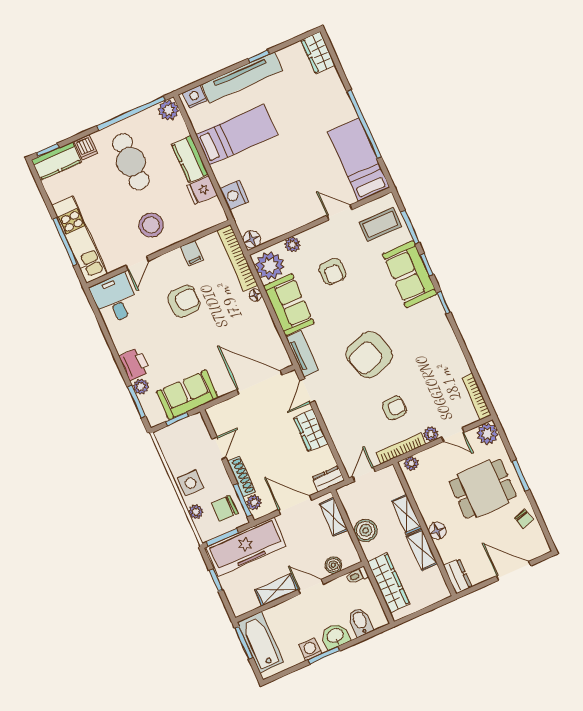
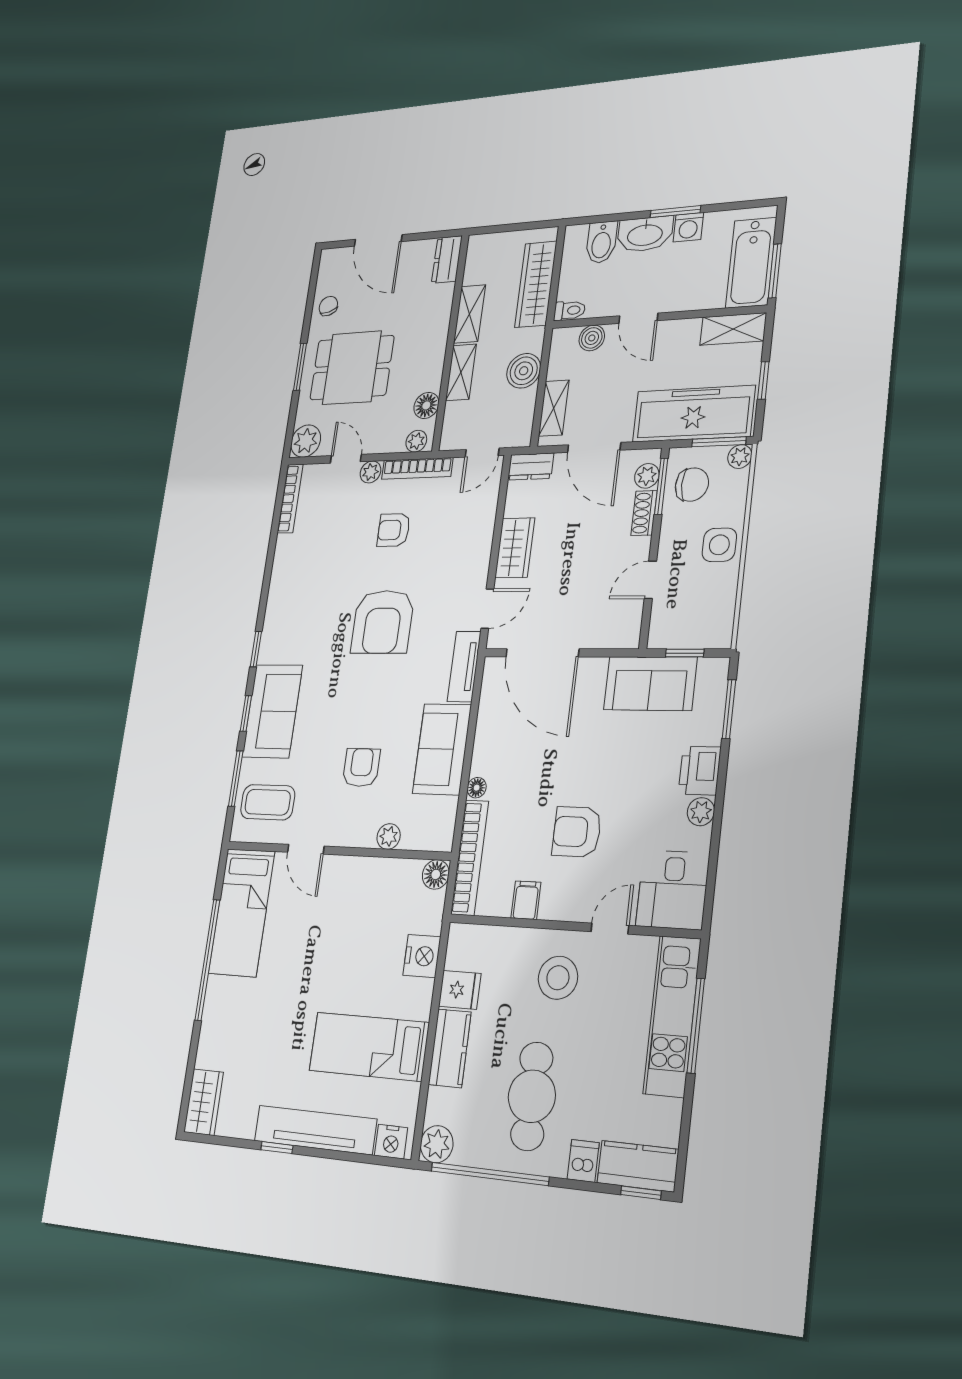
plant: (270, 266) -> (434, 821), removed
armchair: (369, 355) -> (383, 622), turned 108
plant: (141, 387) -> (701, 812), moved
shoe rack: (241, 476) -> (644, 513), width x0.70
plant: (196, 512) -> (740, 457), moved
floor lamp: (437, 531) -> (426, 405), moved
shelving: (277, 590) -> (733, 329), moved
washbasin: (335, 636) -> (645, 234), width x1.38

